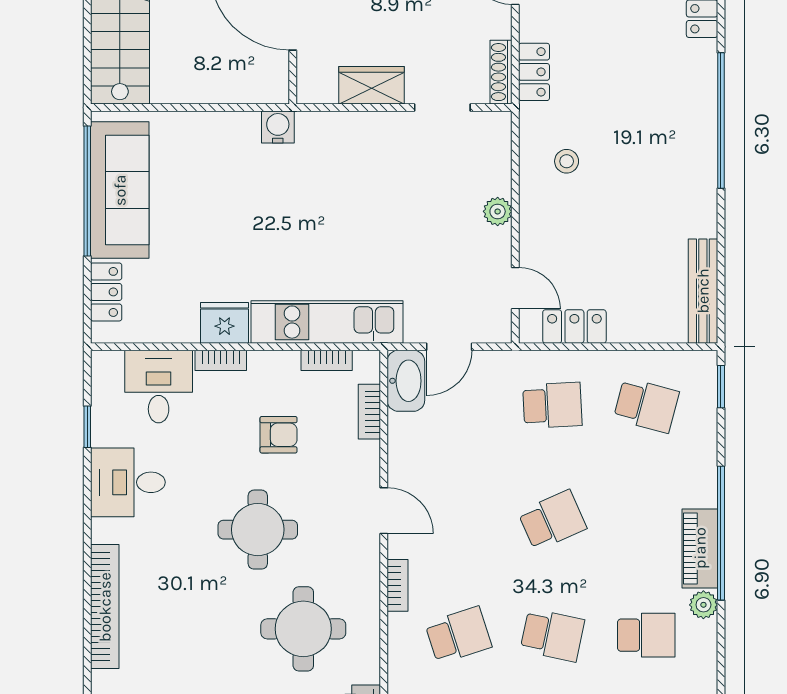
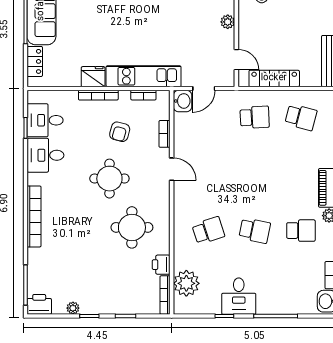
locker: (574, 327) -> (274, 78), width x1.53
bookcase: (221, 360) -> (98, 95), width x1.56
washbasin: (406, 381) -> (182, 101), width x0.72
desk: (159, 387) -> (45, 120), moved, turned -90
bookcase: (369, 412) -> (165, 134), moved
armchair: (279, 435) -> (120, 132), turned 105
school desk: (552, 520) -> (255, 174), removed
bookcase: (398, 585) -> (178, 206), removed

